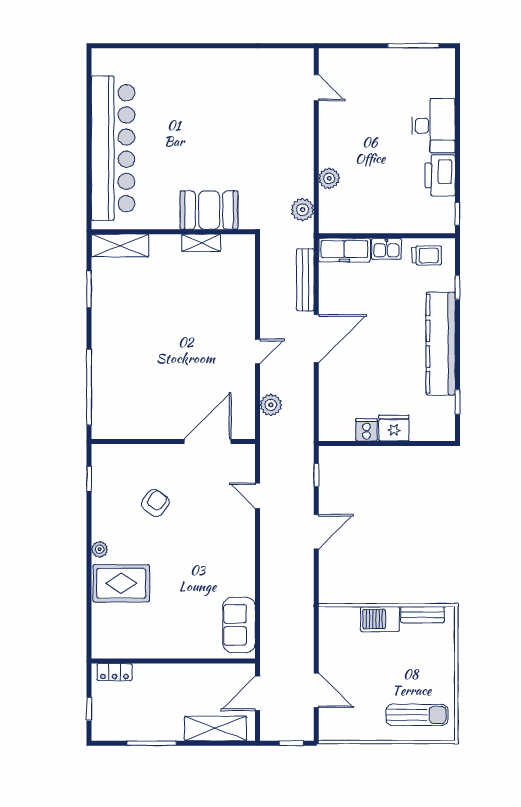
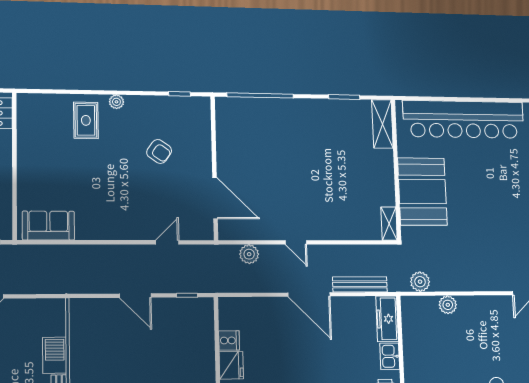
booth: (209, 210) -> (422, 192), width x1.36, depth x1.42
shelving: (201, 243) -> (389, 224), moved
rug: (121, 583) -> (86, 120), width x0.73, depth x0.70

